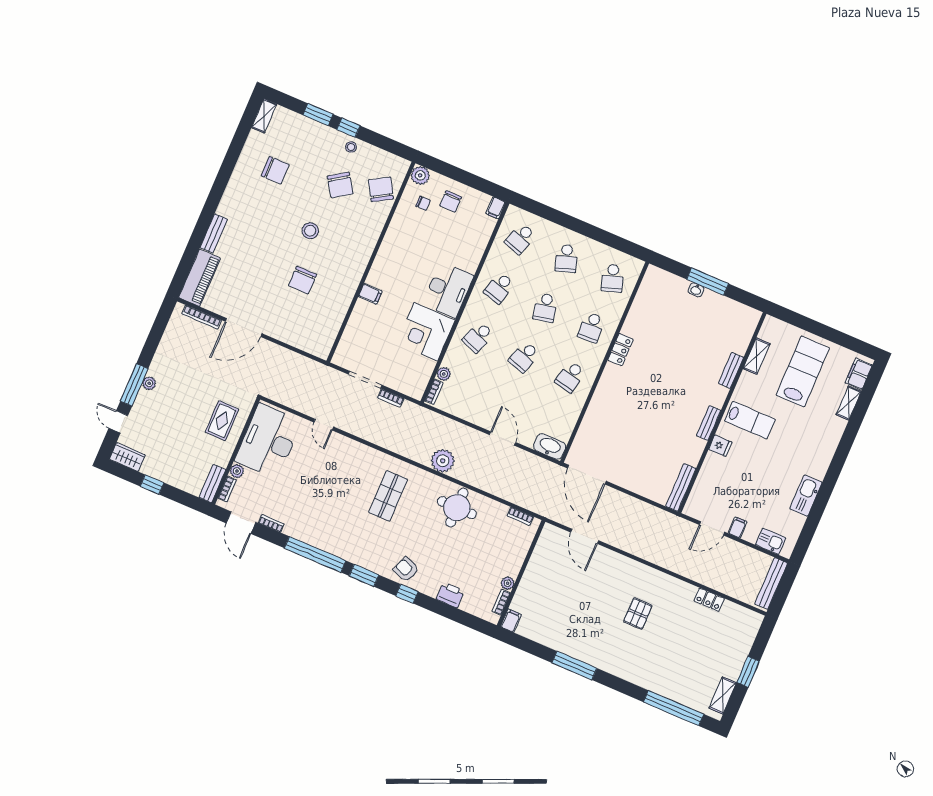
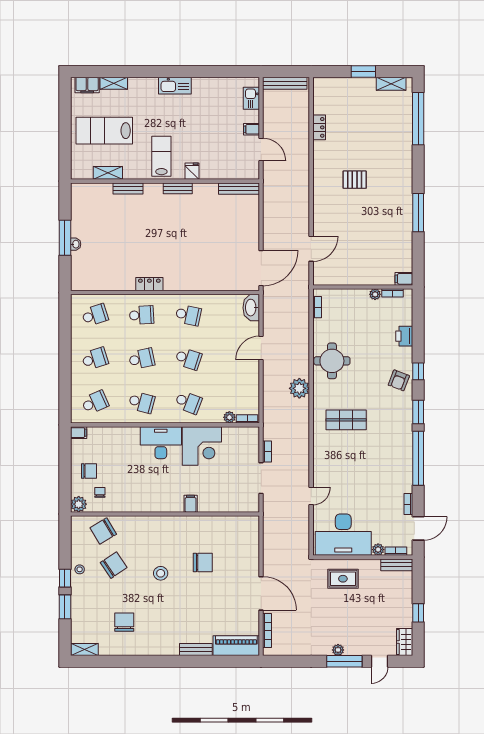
school desk: (520, 239) -> (95, 402), turned -42
kitchen sink: (806, 496) -> (175, 86), moved

